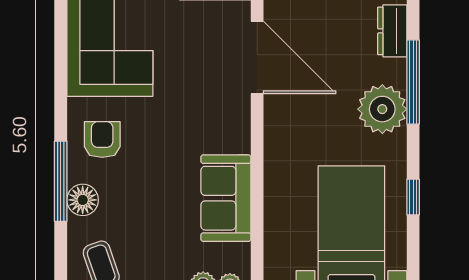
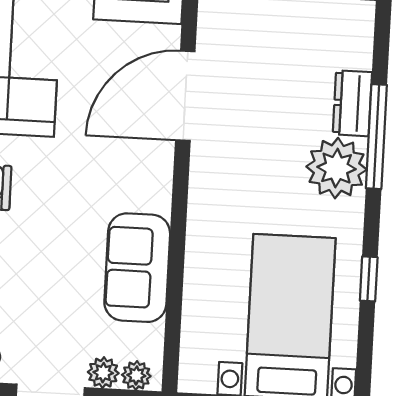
dresser: (392, 31) -> (352, 103), moved
door: (257, 57) -> (185, 96), swing flipped

